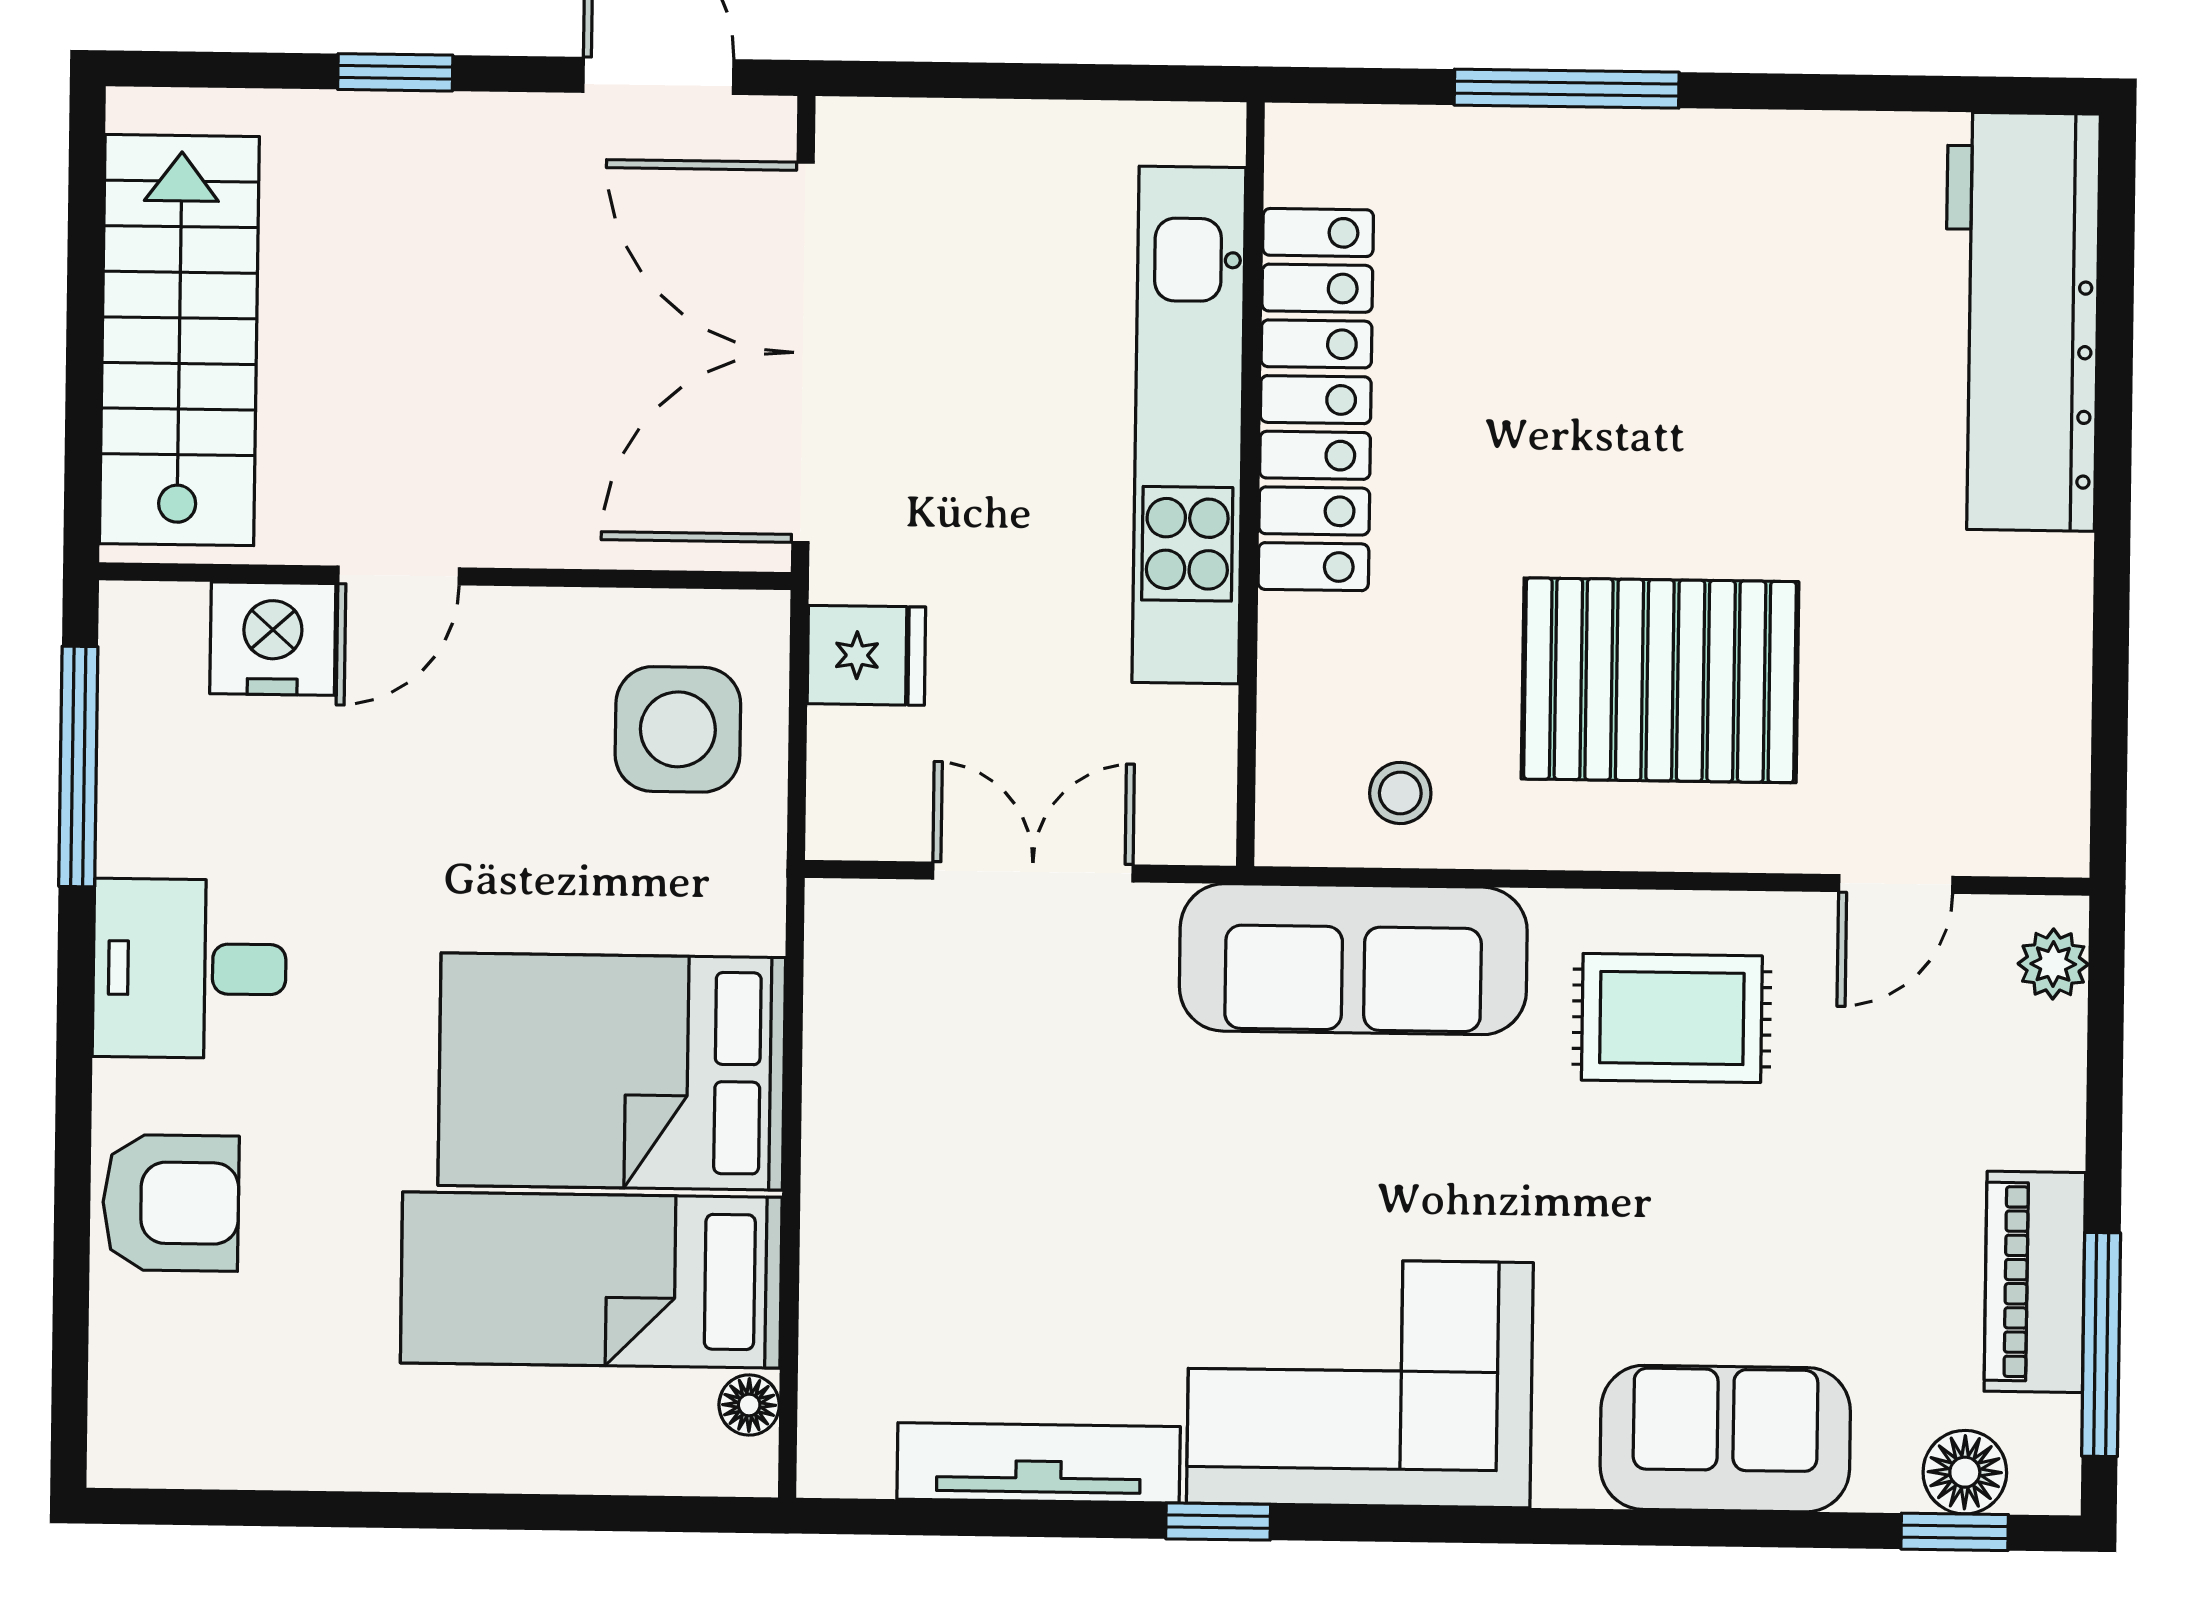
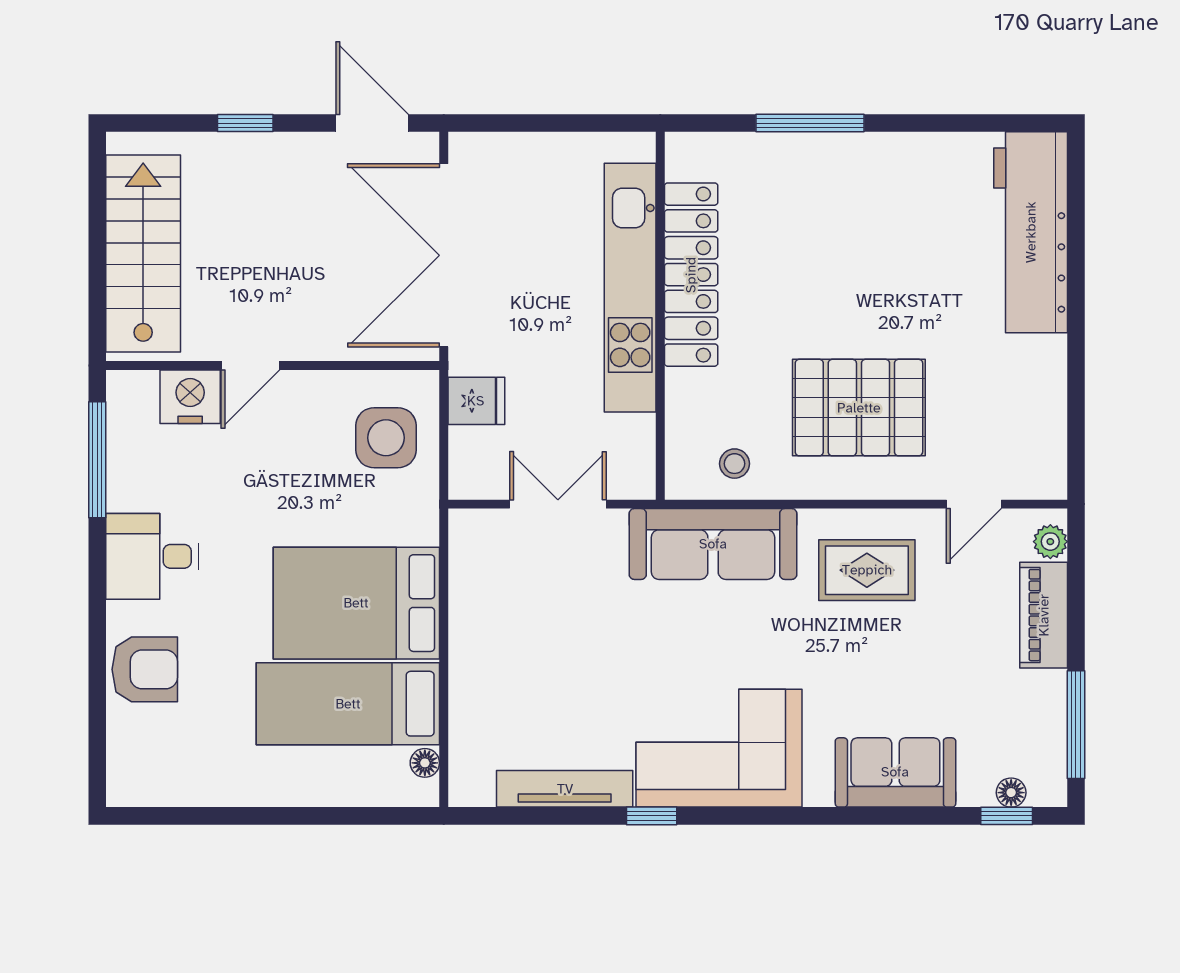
piano: (2035, 1282) -> (1044, 615), moved
floor lamp: (1965, 1472) -> (1011, 793), width x0.73, depth x0.73

